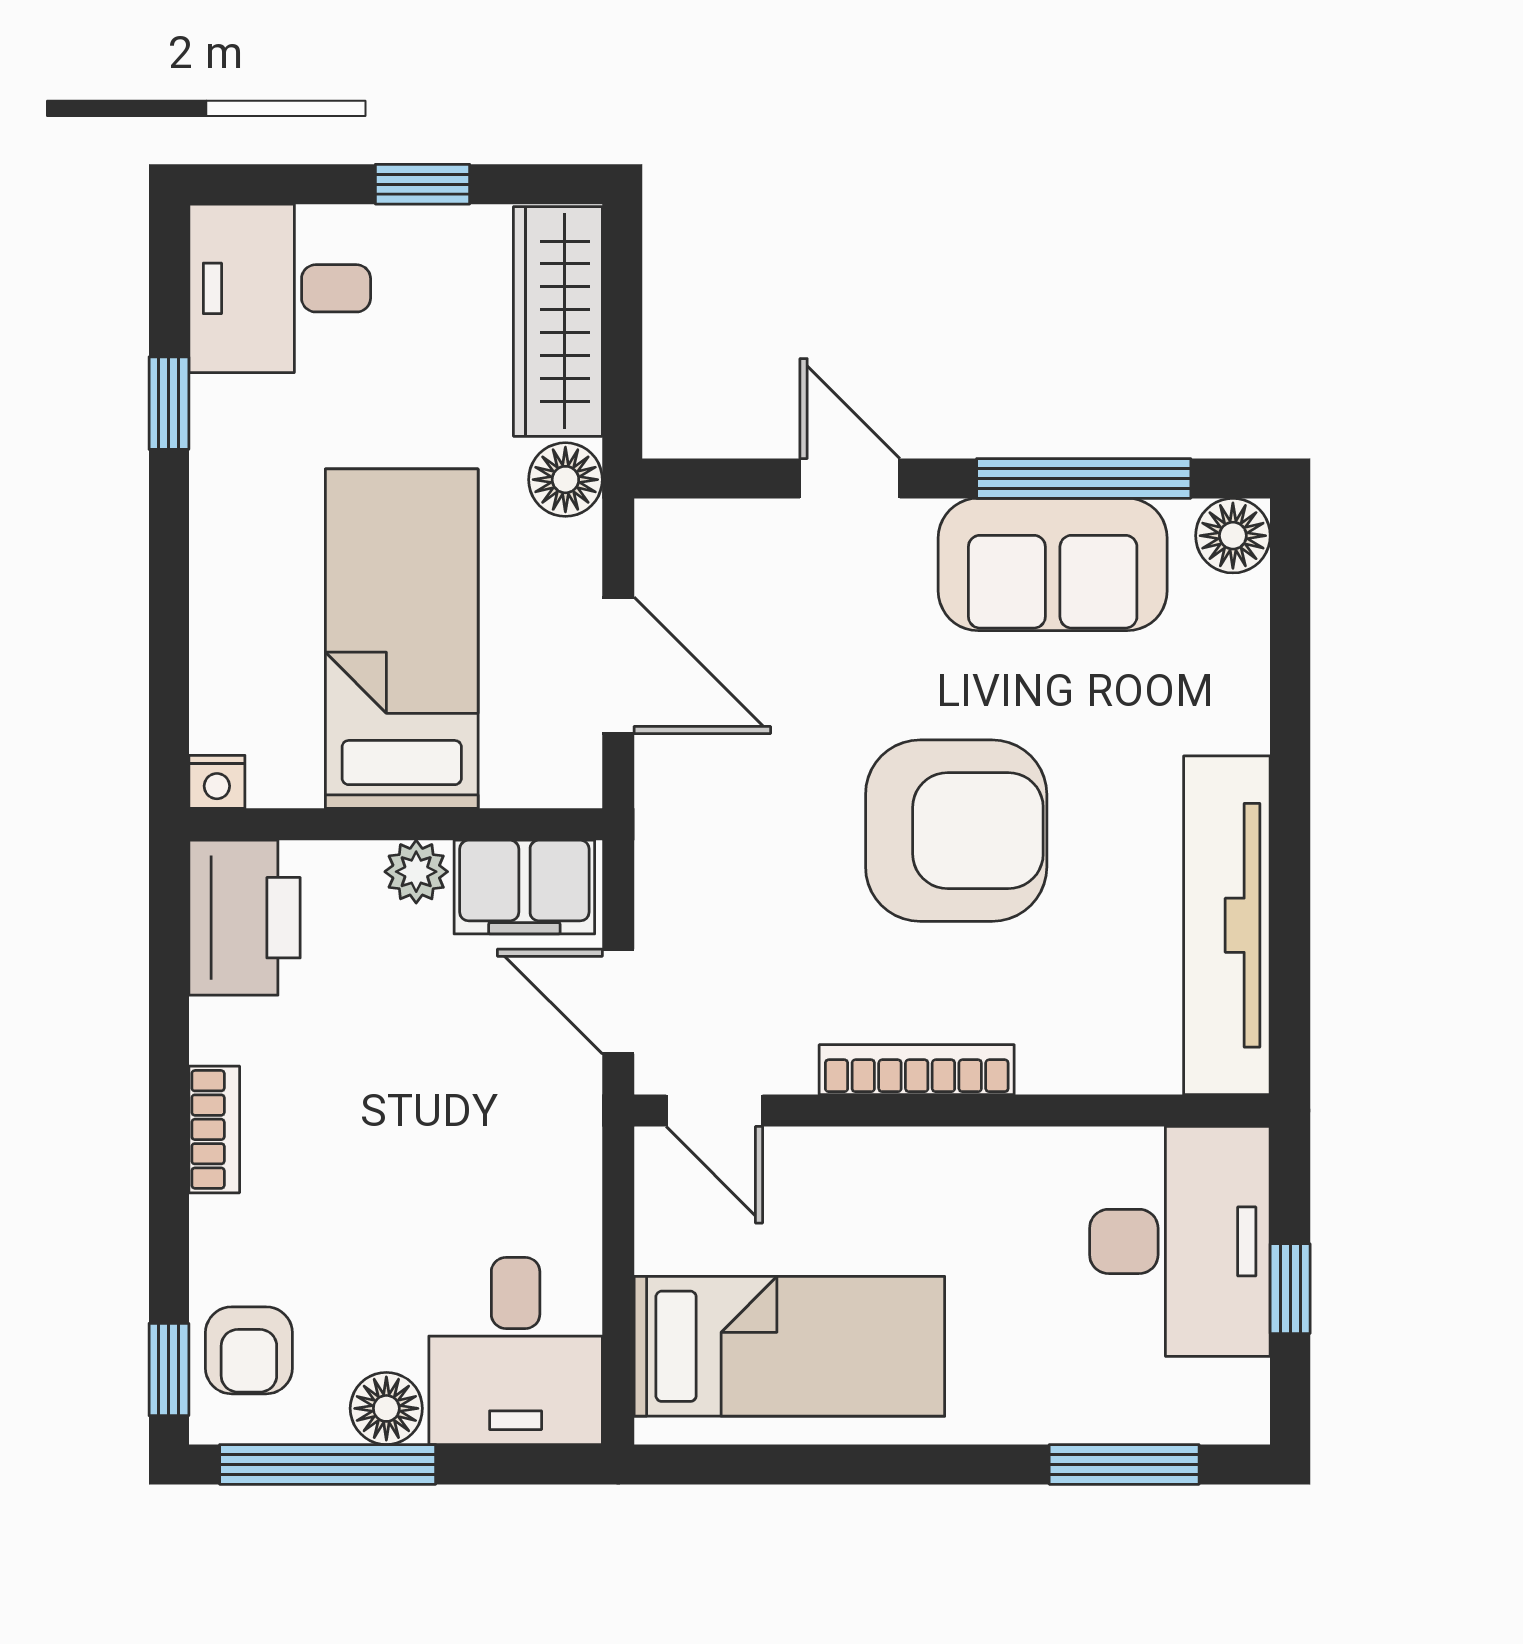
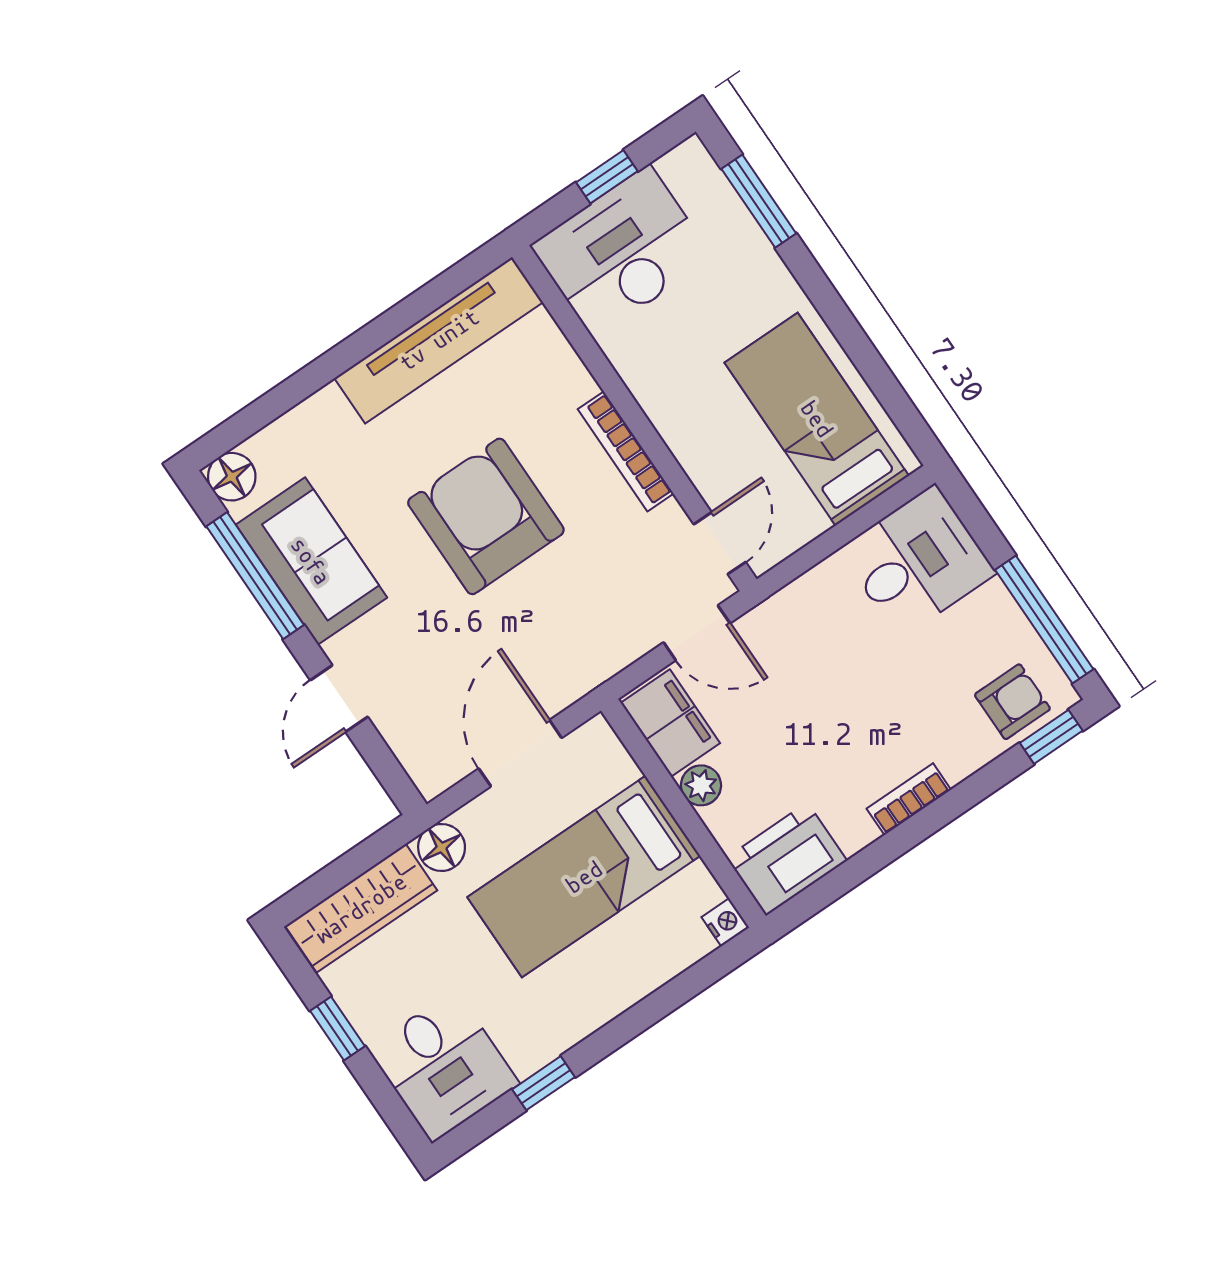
door: (618, 1002) -> (697, 633), hinge flipped
floor lamp: (386, 1408) -> (994, 609), removed

